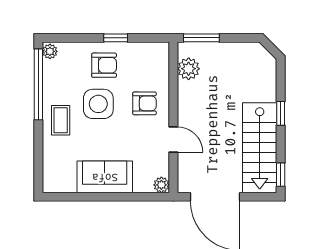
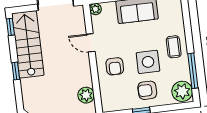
plant: (50, 51) -> (182, 91), width x1.88, depth x1.88
window: (38, 84) -> (193, 71), width x0.68
armchair: (145, 103) -> (115, 66), turned -90

